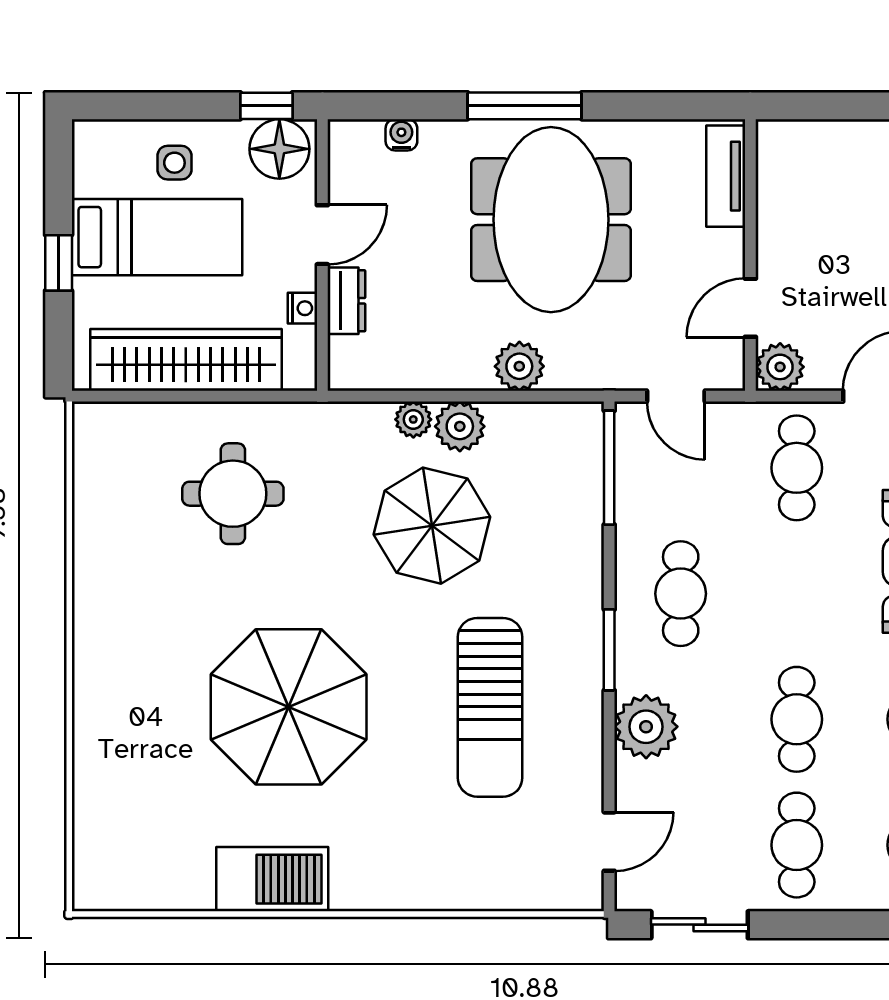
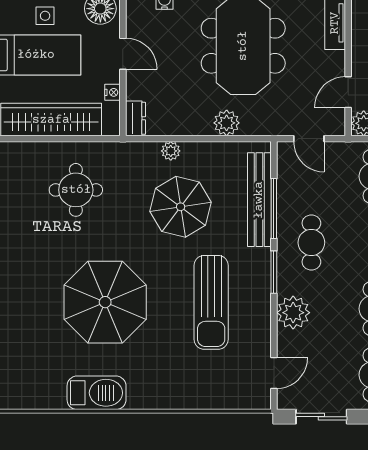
door: (322, 235) -> (123, 54), hinge flipped
dresser: (346, 301) -> (136, 118), moved
plant: (460, 426) -> (195, 155), removed
window: (609, 468) -> (274, 209), moved
bench: (582, 512) -> (259, 200), added

